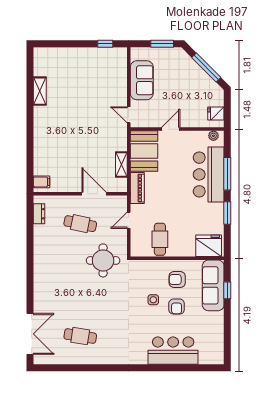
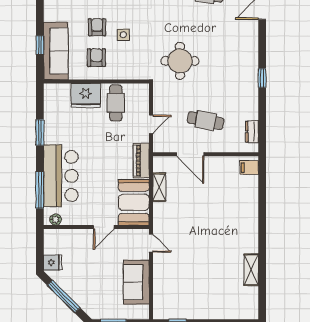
fridge: (216, 114) -> (53, 263), moved
window: (227, 174) -> (40, 190), moved
fridge: (209, 246) -> (86, 96), moved
round table: (103, 260) -> (180, 61), moved
window: (30, 261) -> (262, 78), added
armchair: (177, 280) -> (96, 58), turned -90

